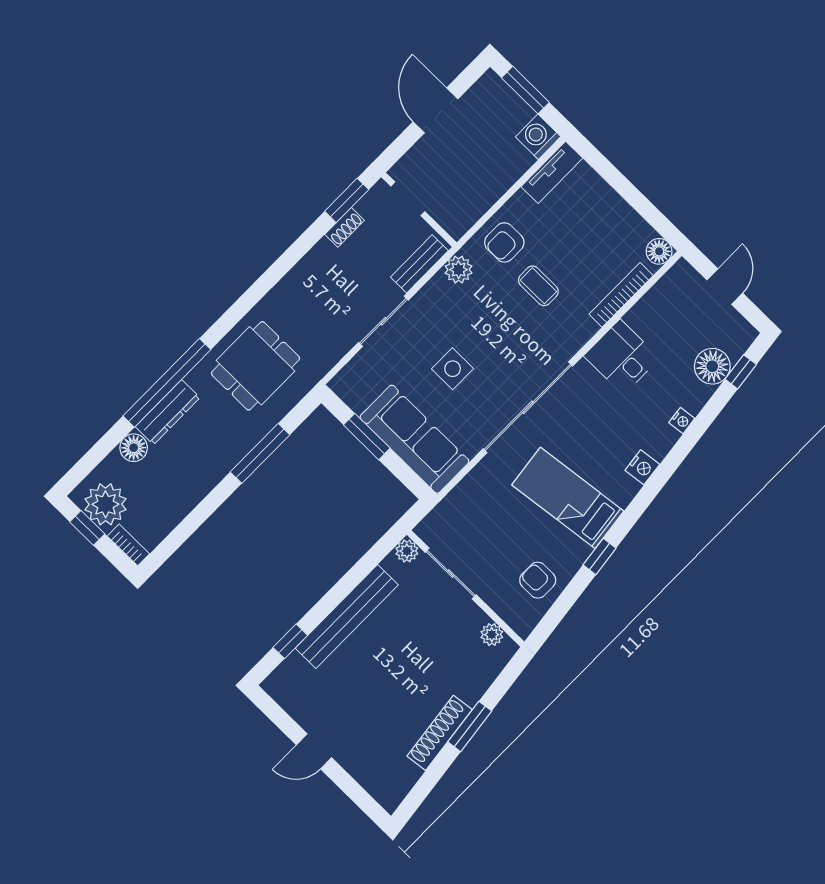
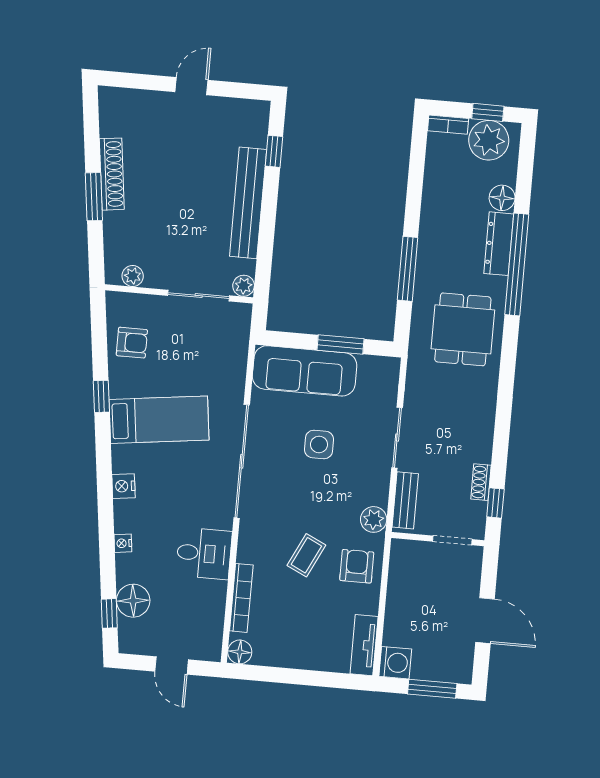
window: (347, 200) -> (495, 503), width x0.67
coffee table: (538, 286) -> (306, 555), turned -64

